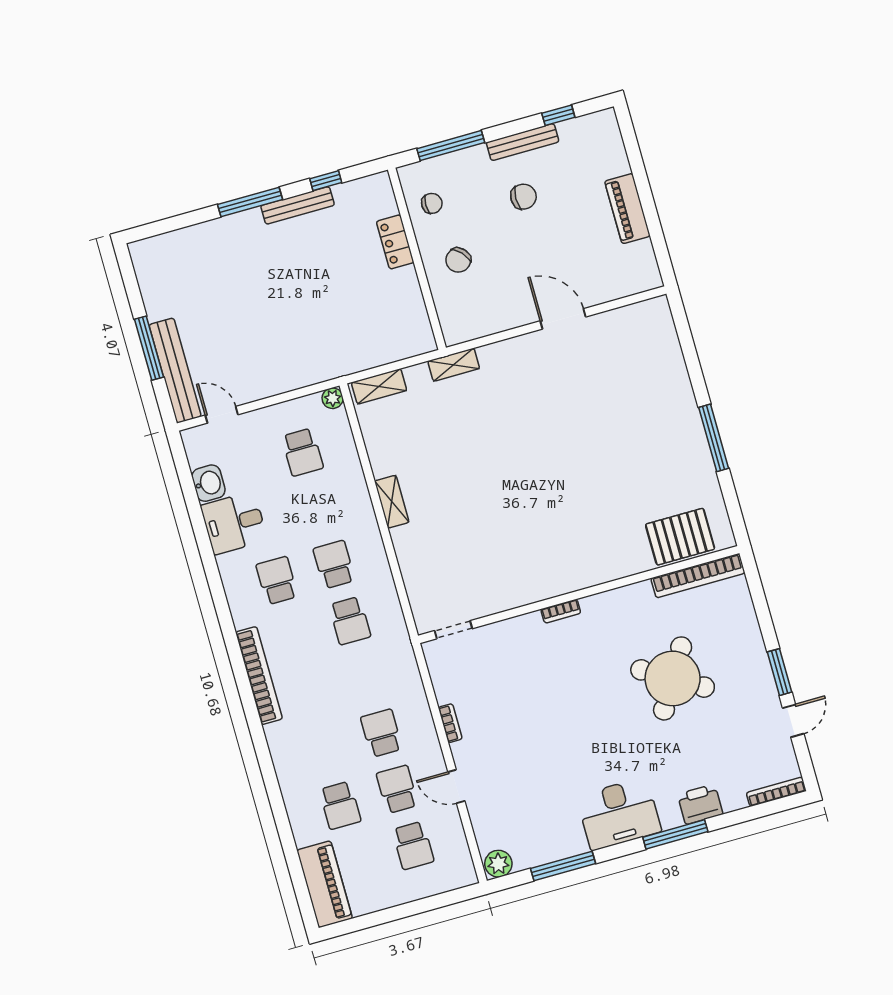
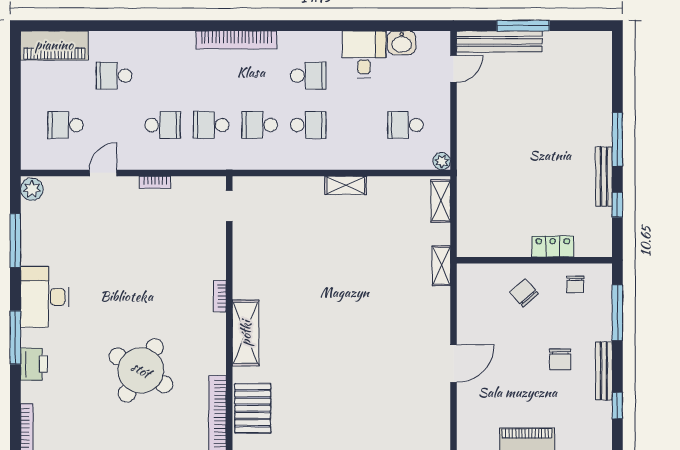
shelving: (595, 569) -> (246, 333), added
school desk: (397, 789) -> (211, 125), moved, turned 180

